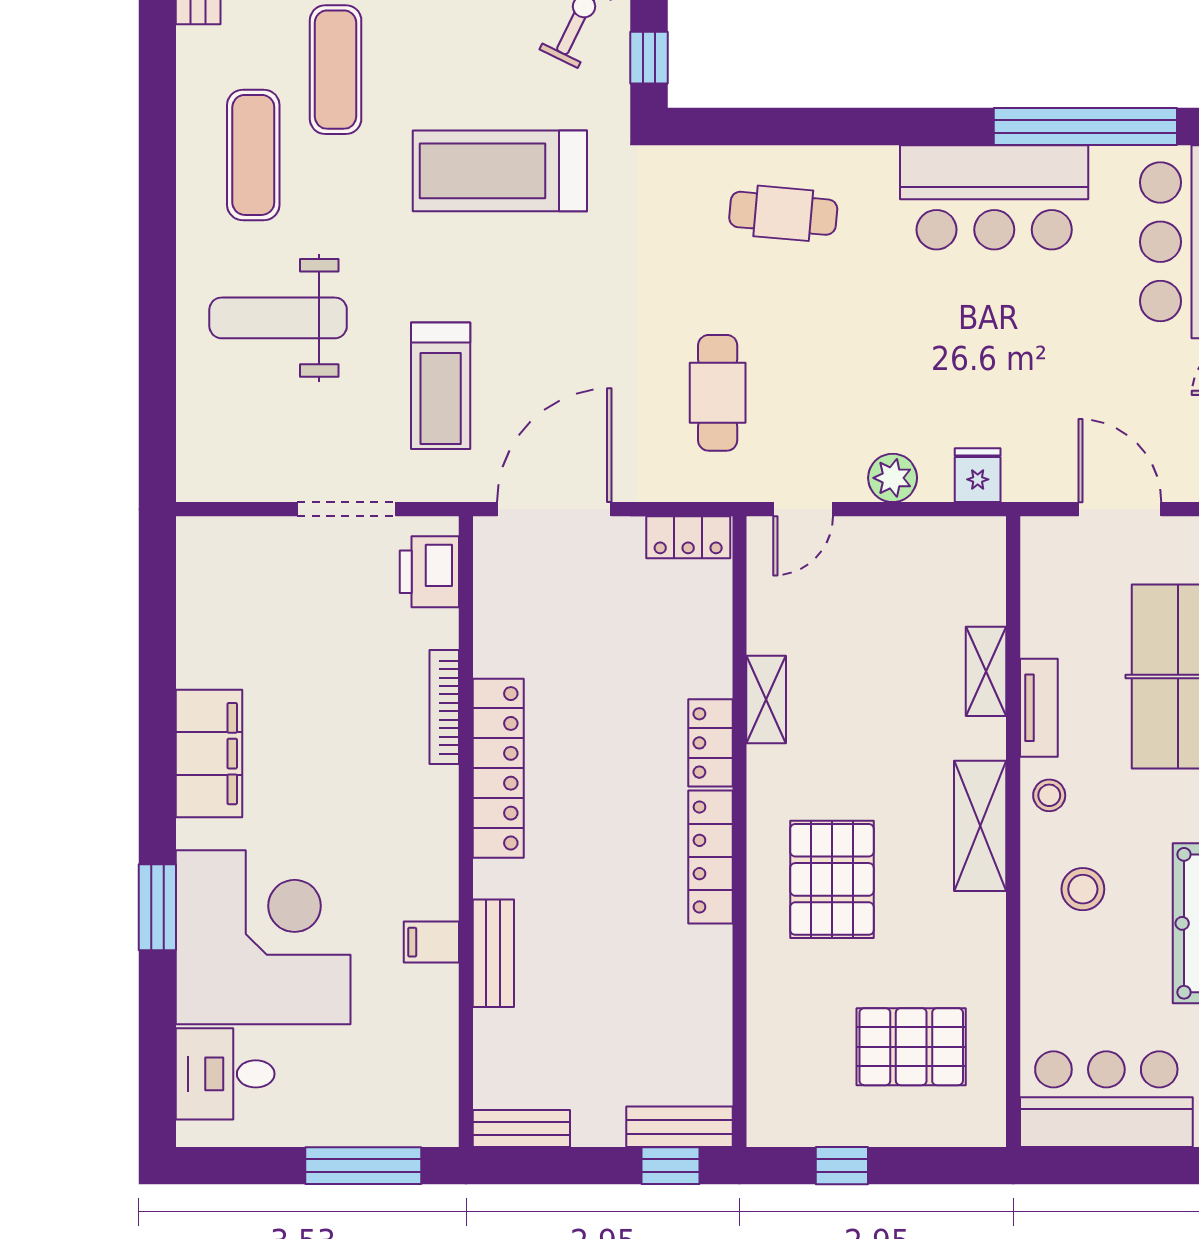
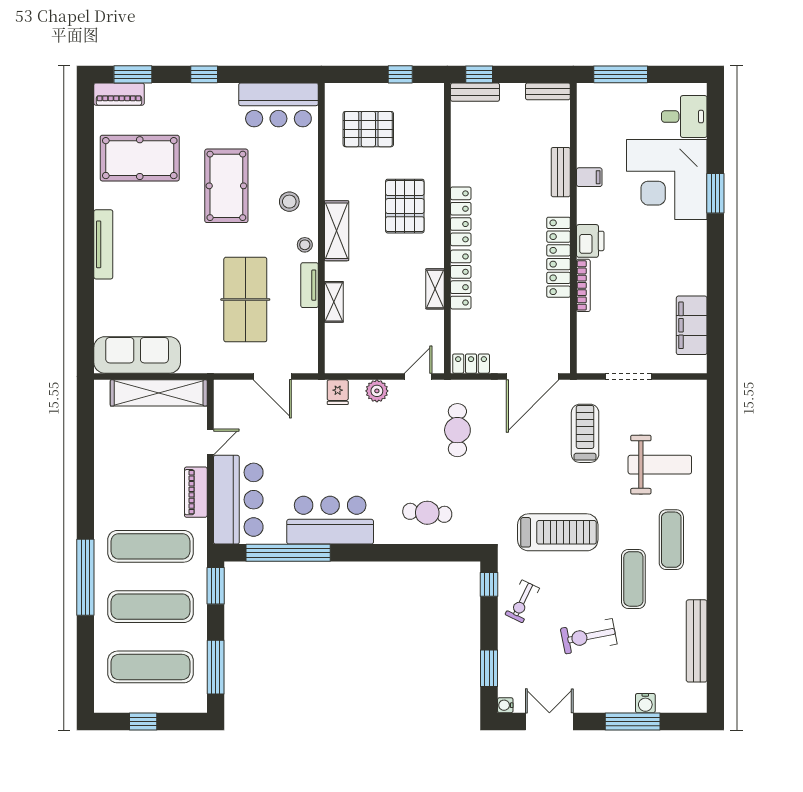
printer: (429, 572) -> (590, 241), moved
locker: (710, 743) -> (461, 280), width x1.53
filing cabinet: (209, 754) -> (692, 325), moved

